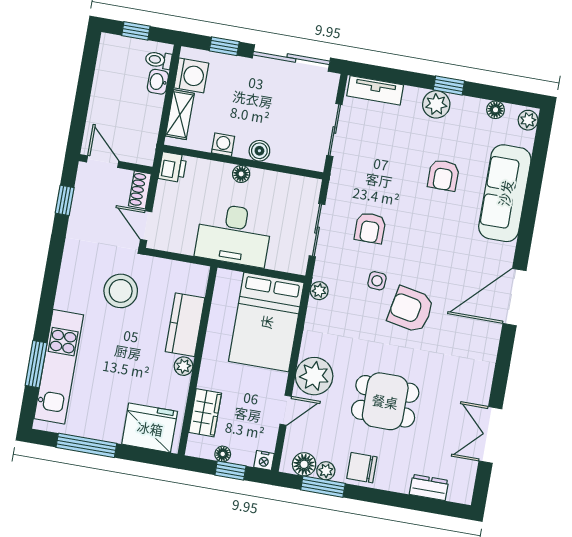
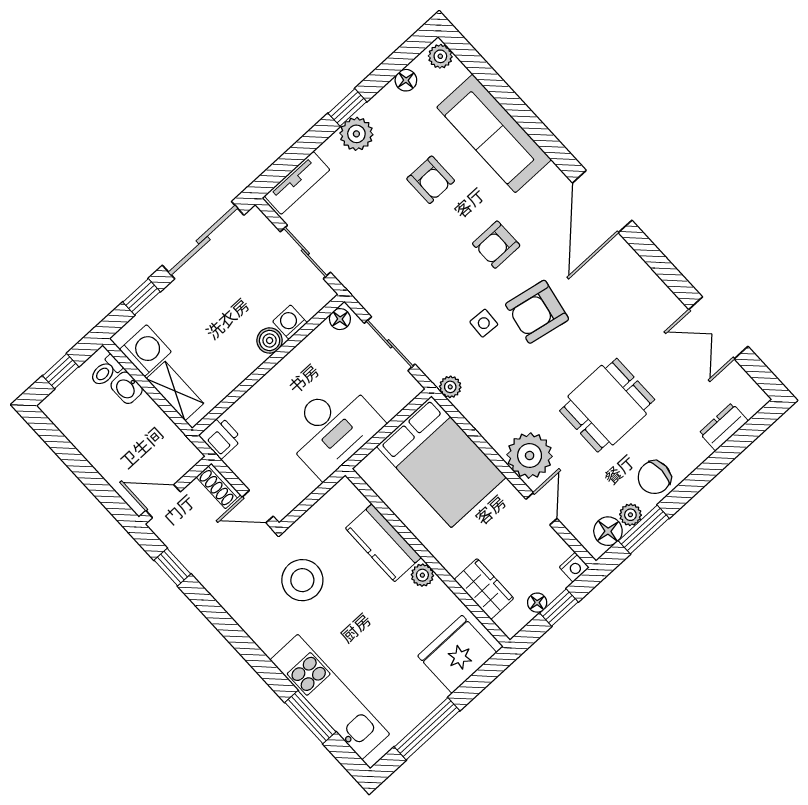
washing machine: (223, 145) -> (290, 322), moved
floor lamp: (241, 174) -> (340, 319), moved
armchair: (370, 228) -> (496, 245), moved, turned 90

